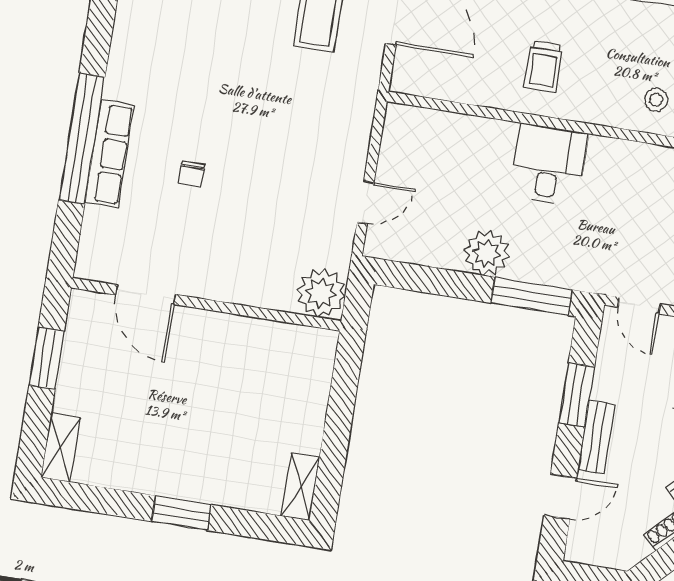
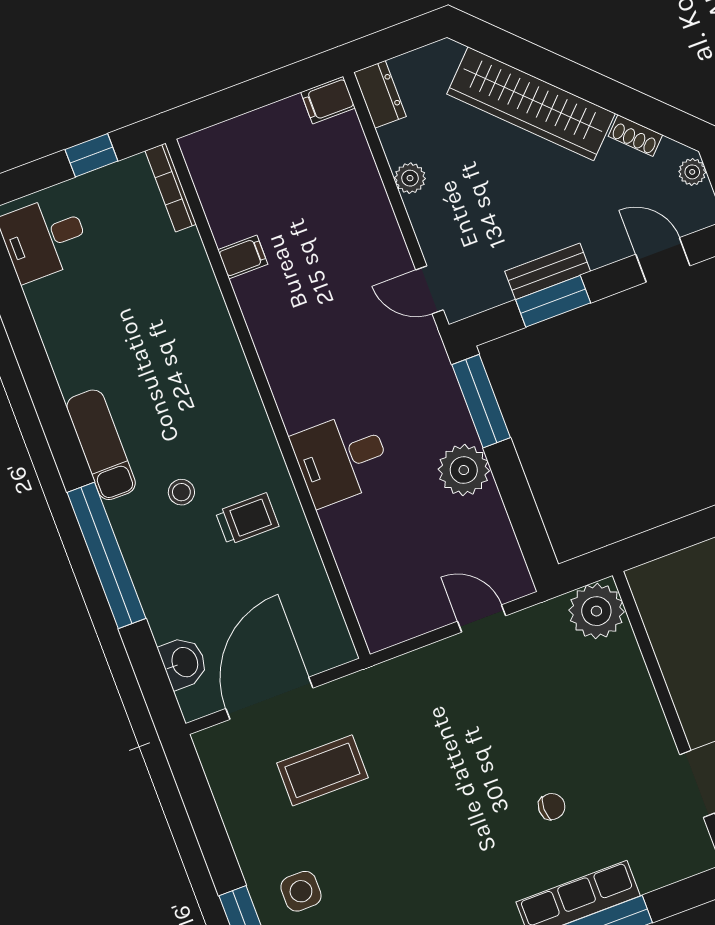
stool: (656, 100) -> (181, 492), moved
door: (639, 305) -> (430, 290), swing flipped
bench: (596, 437) -> (548, 271), moved
plant: (615, 557) -> (692, 172), added

